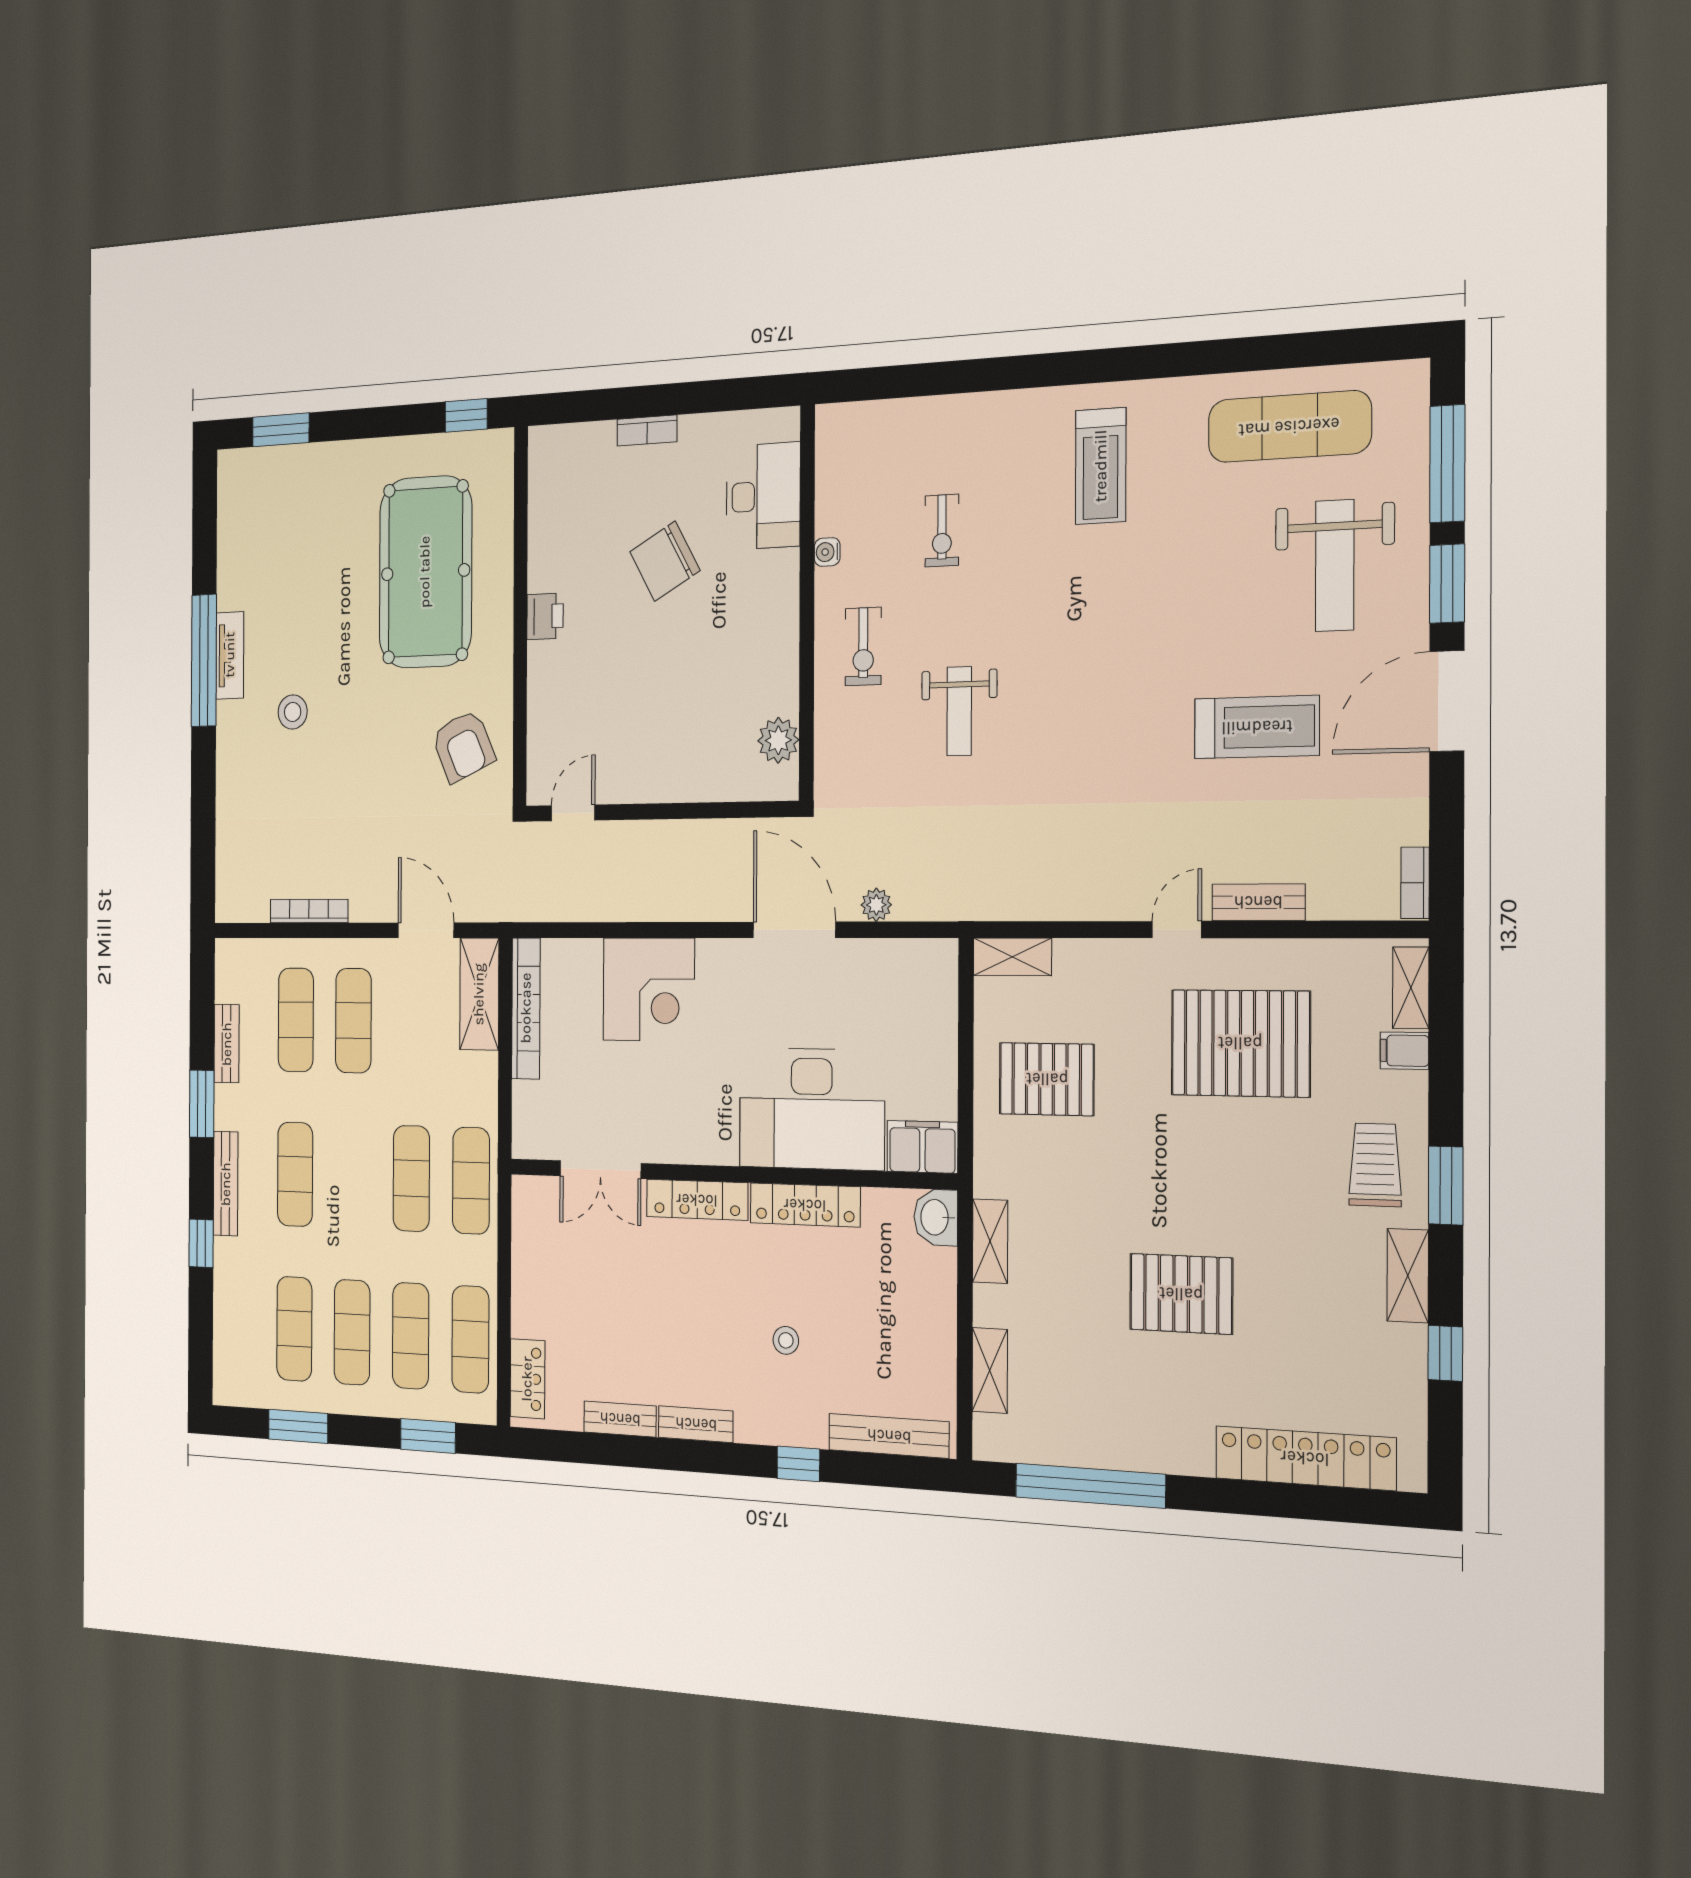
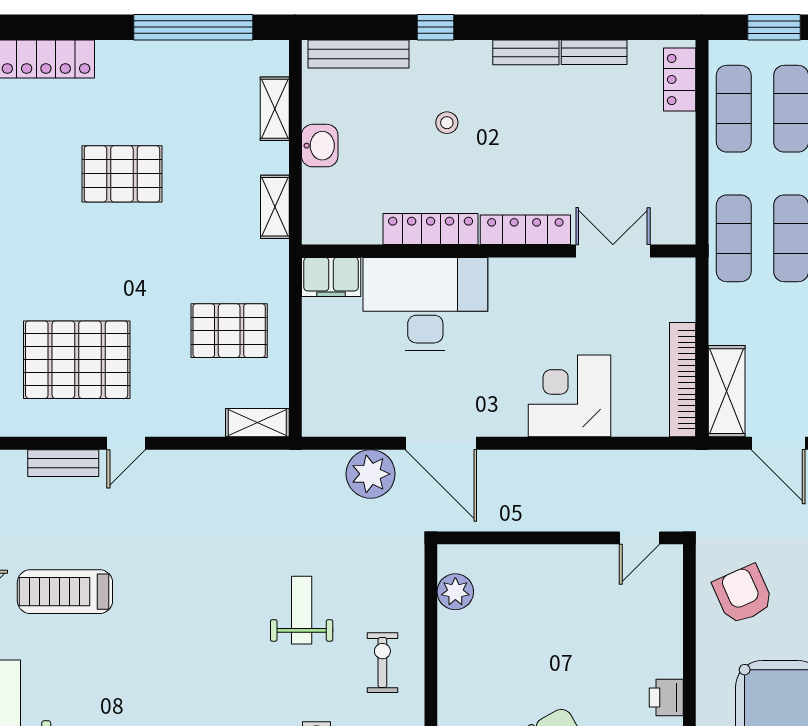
plant: (876, 905) -> (371, 474), width x1.87, depth x1.87
washbasin: (936, 1217) -> (320, 146), moved

